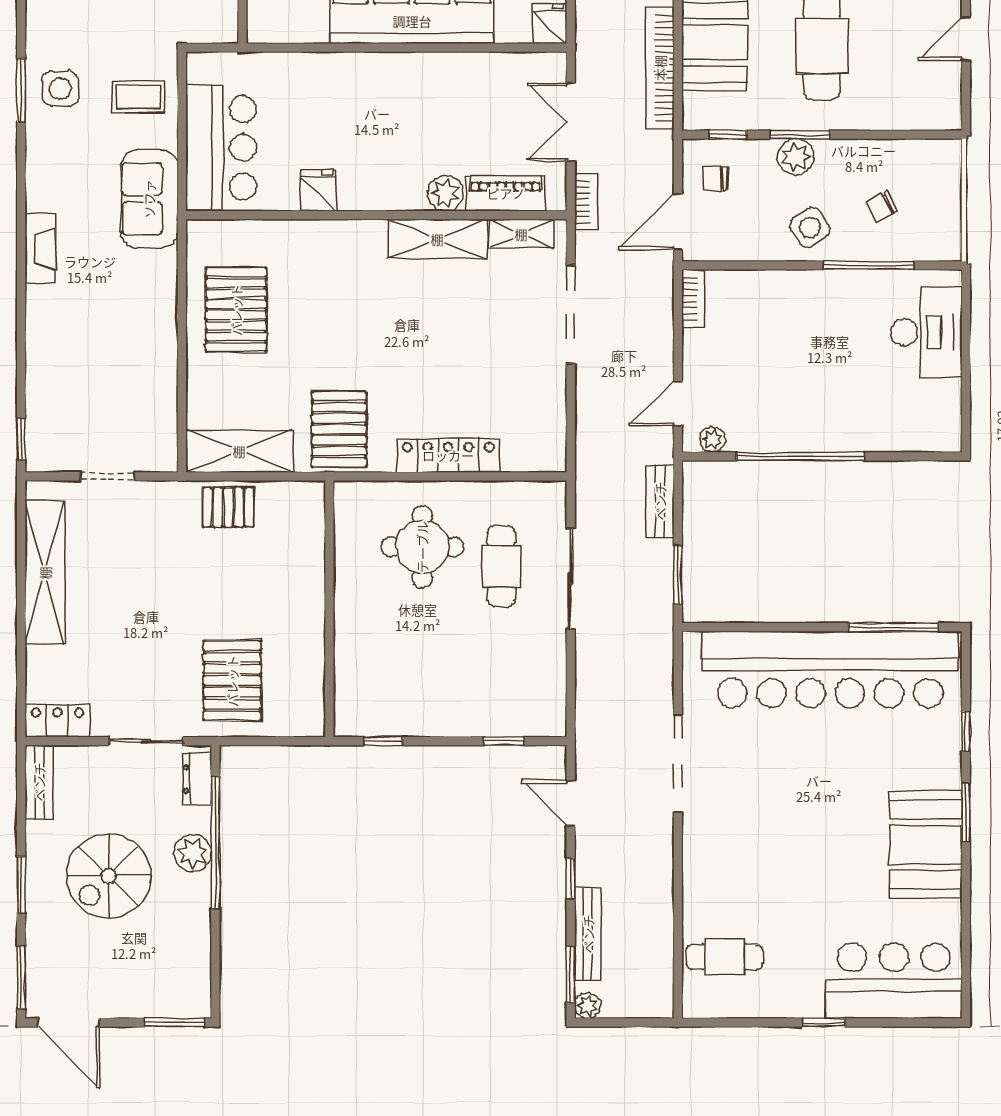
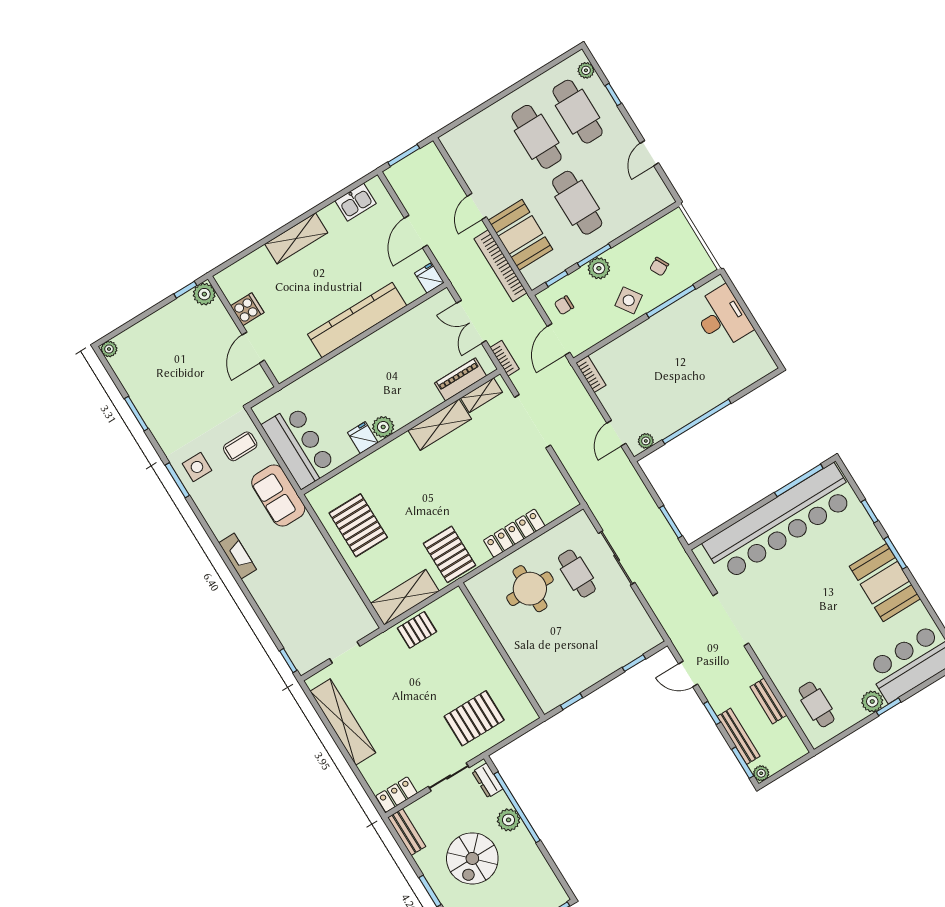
plant: (445, 193) -> (383, 427), moved
bench: (660, 501) -> (768, 701), moved
pallet: (232, 681) -> (474, 718), turned 90
cafe table: (725, 957) -> (817, 705), turned 90
plant: (805, 1001) -> (872, 701), added

